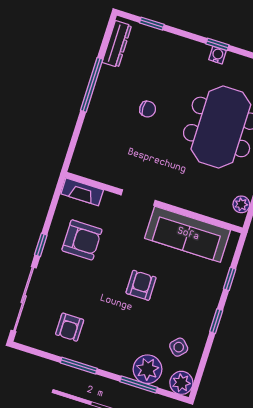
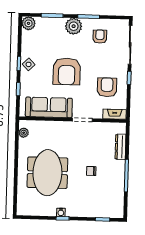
dresser: (117, 44) -> (120, 147), moved
armchair: (82, 240) -> (107, 87), turned 90
armchair: (141, 285) -> (67, 71), width x1.88, depth x1.88
side table: (179, 347) -> (29, 64), moved
plant: (147, 369) -> (74, 26), moved

